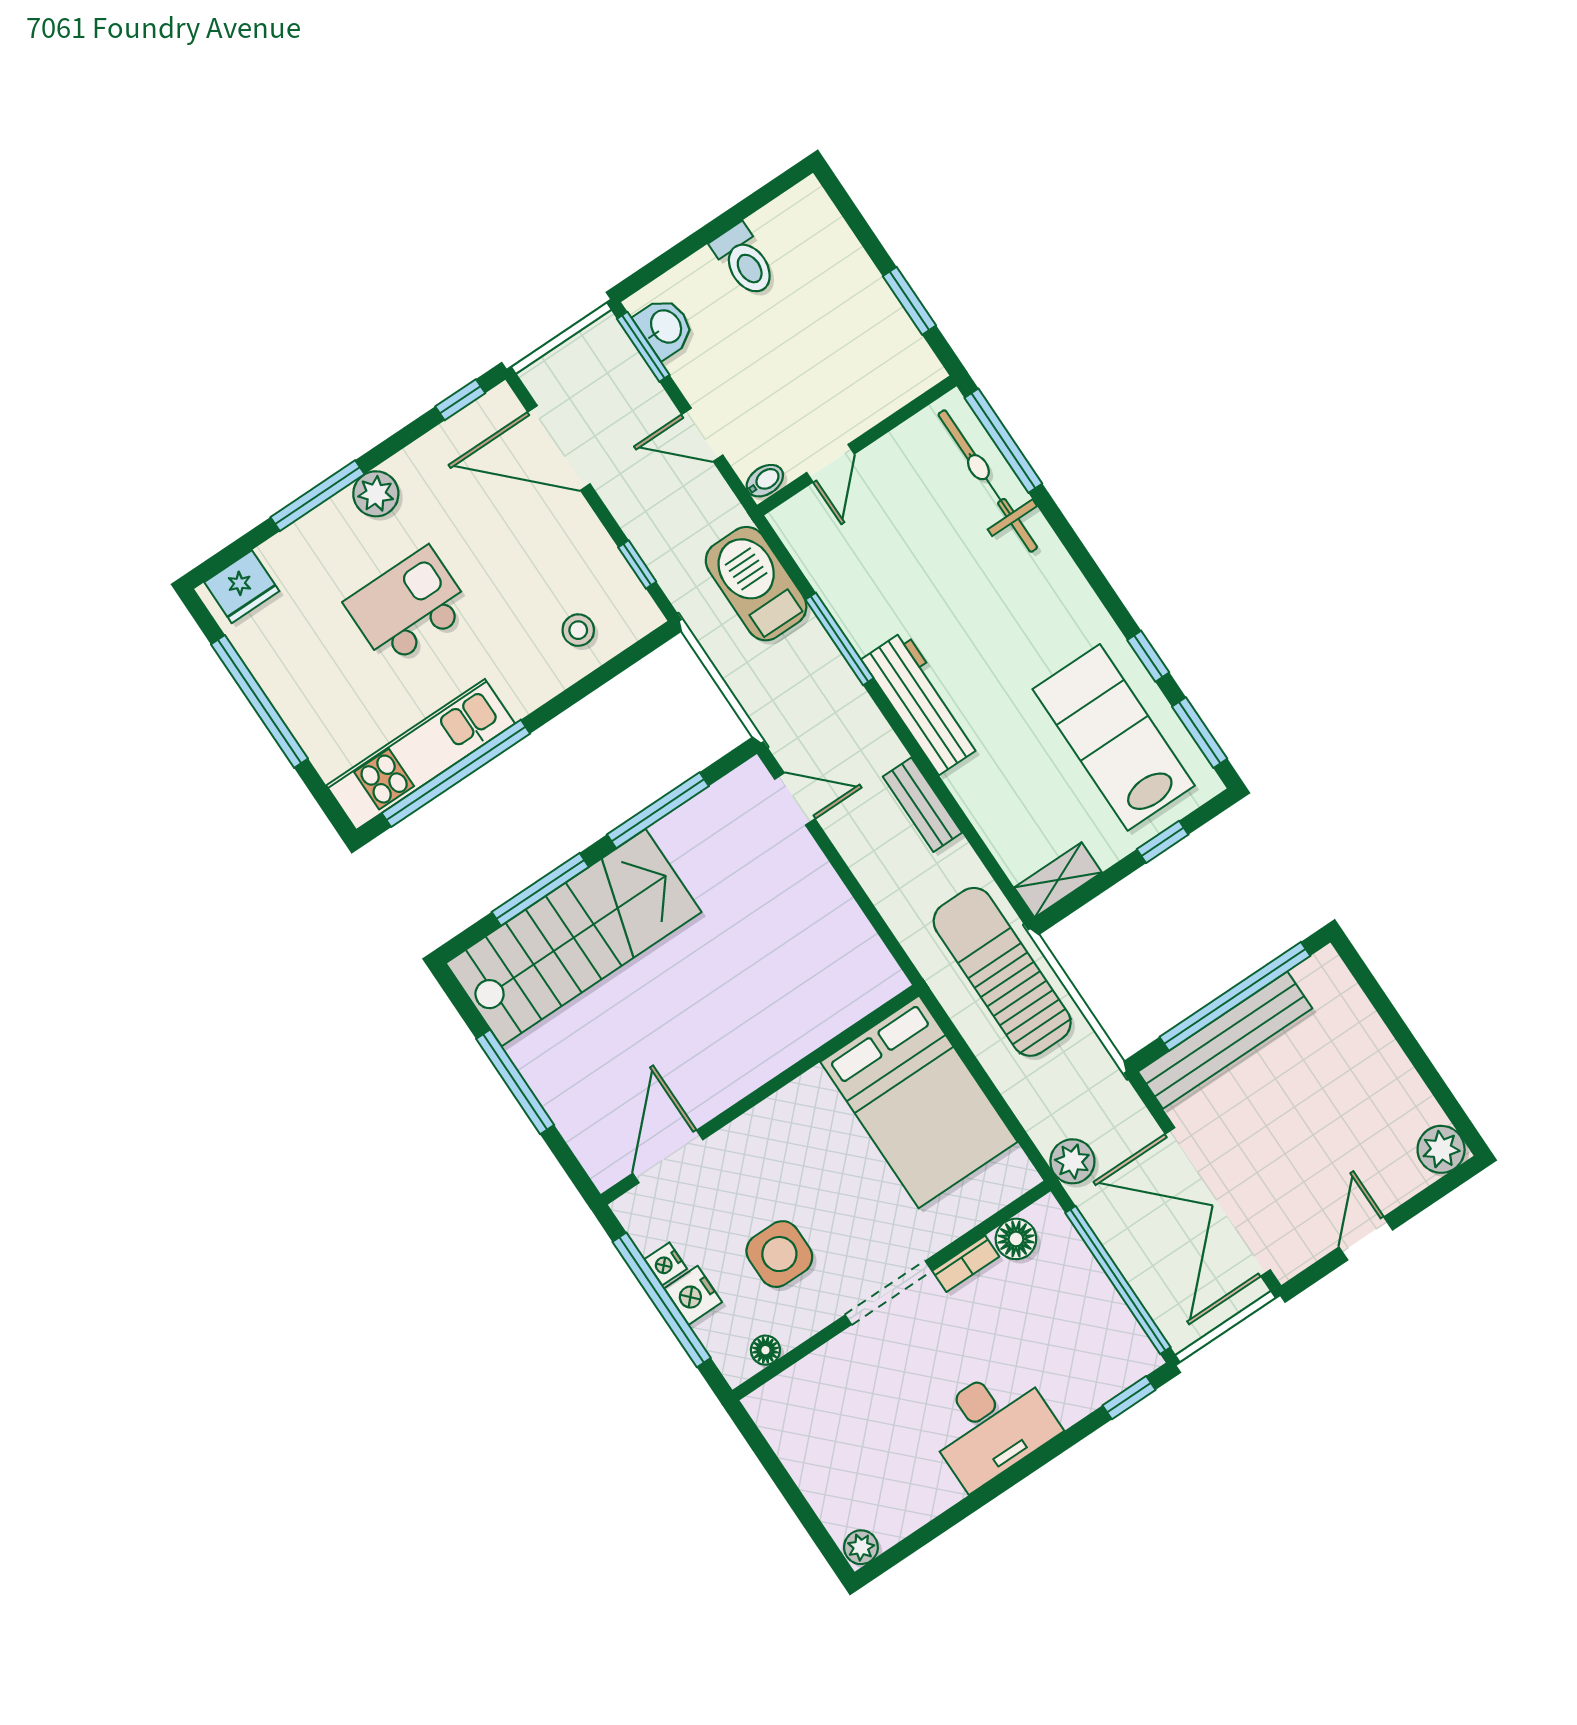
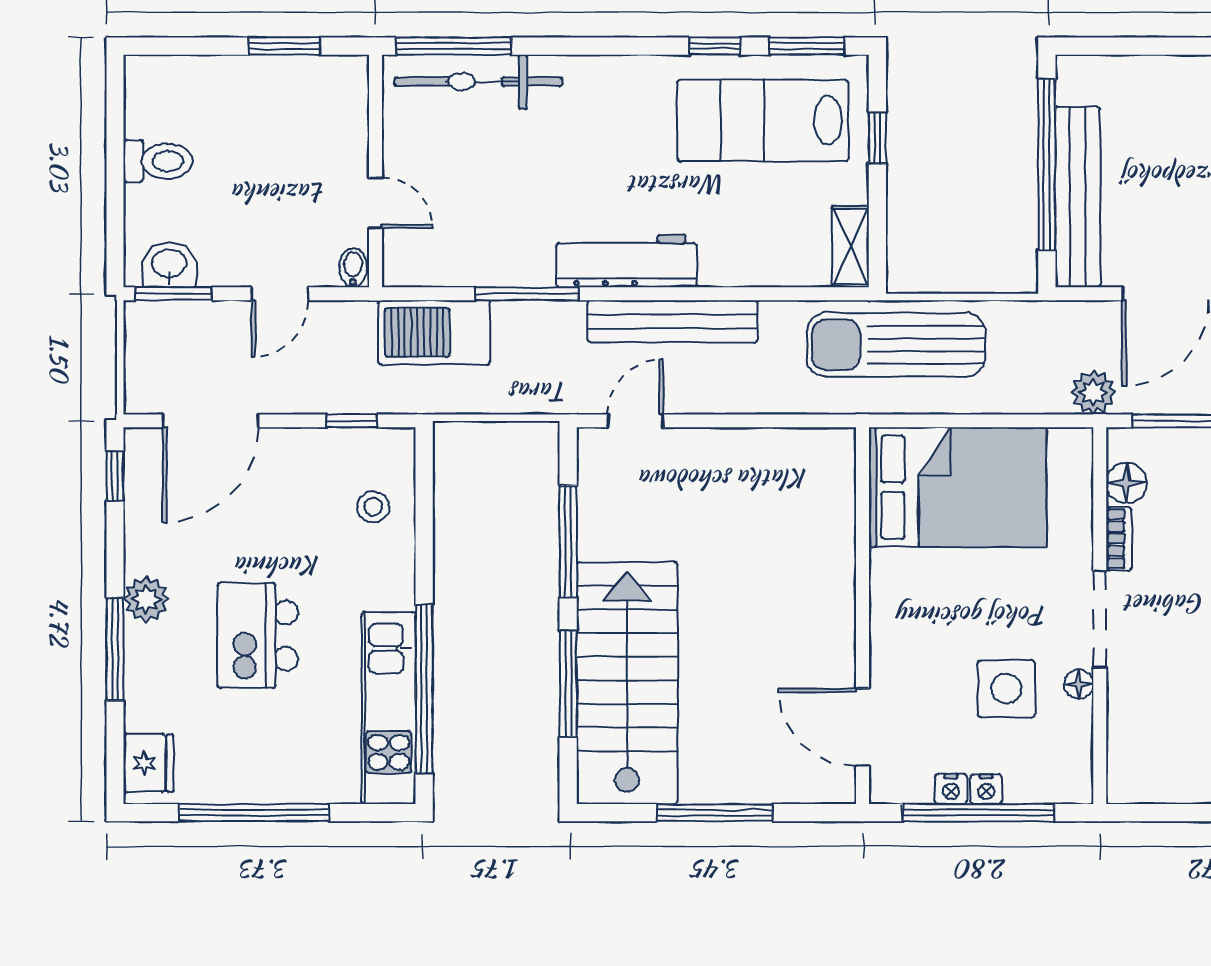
bench: (922, 805) -> (672, 321), width x1.86, depth x1.21
nightstand: (693, 1295) -> (986, 789), width x0.72, depth x0.74
floor lamp: (765, 1350) -> (1079, 684), moved

